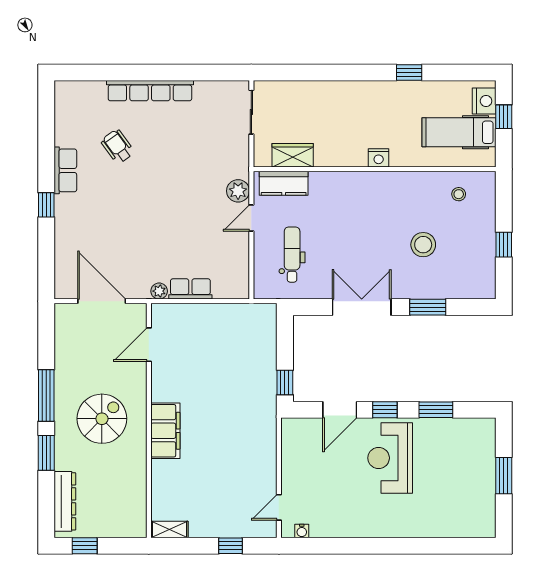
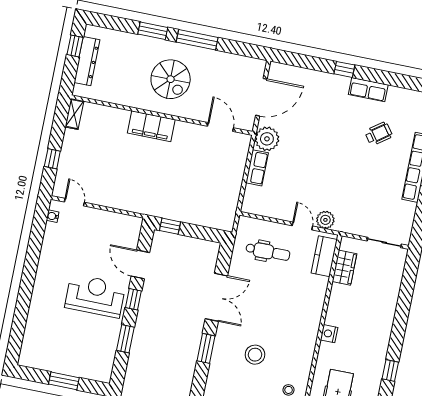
plant: (159, 291) -> (267, 139), width x1.87, depth x1.87
dresser: (65, 501) -> (87, 61), moved, turned -90

